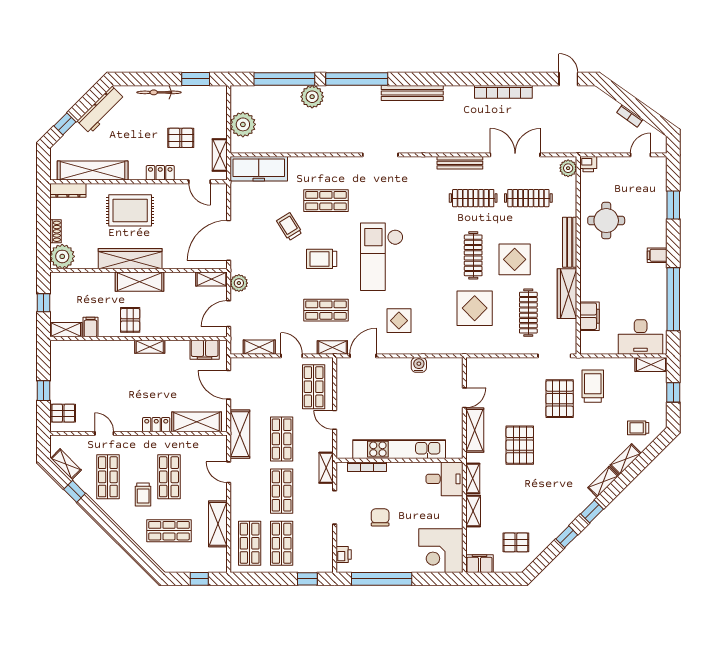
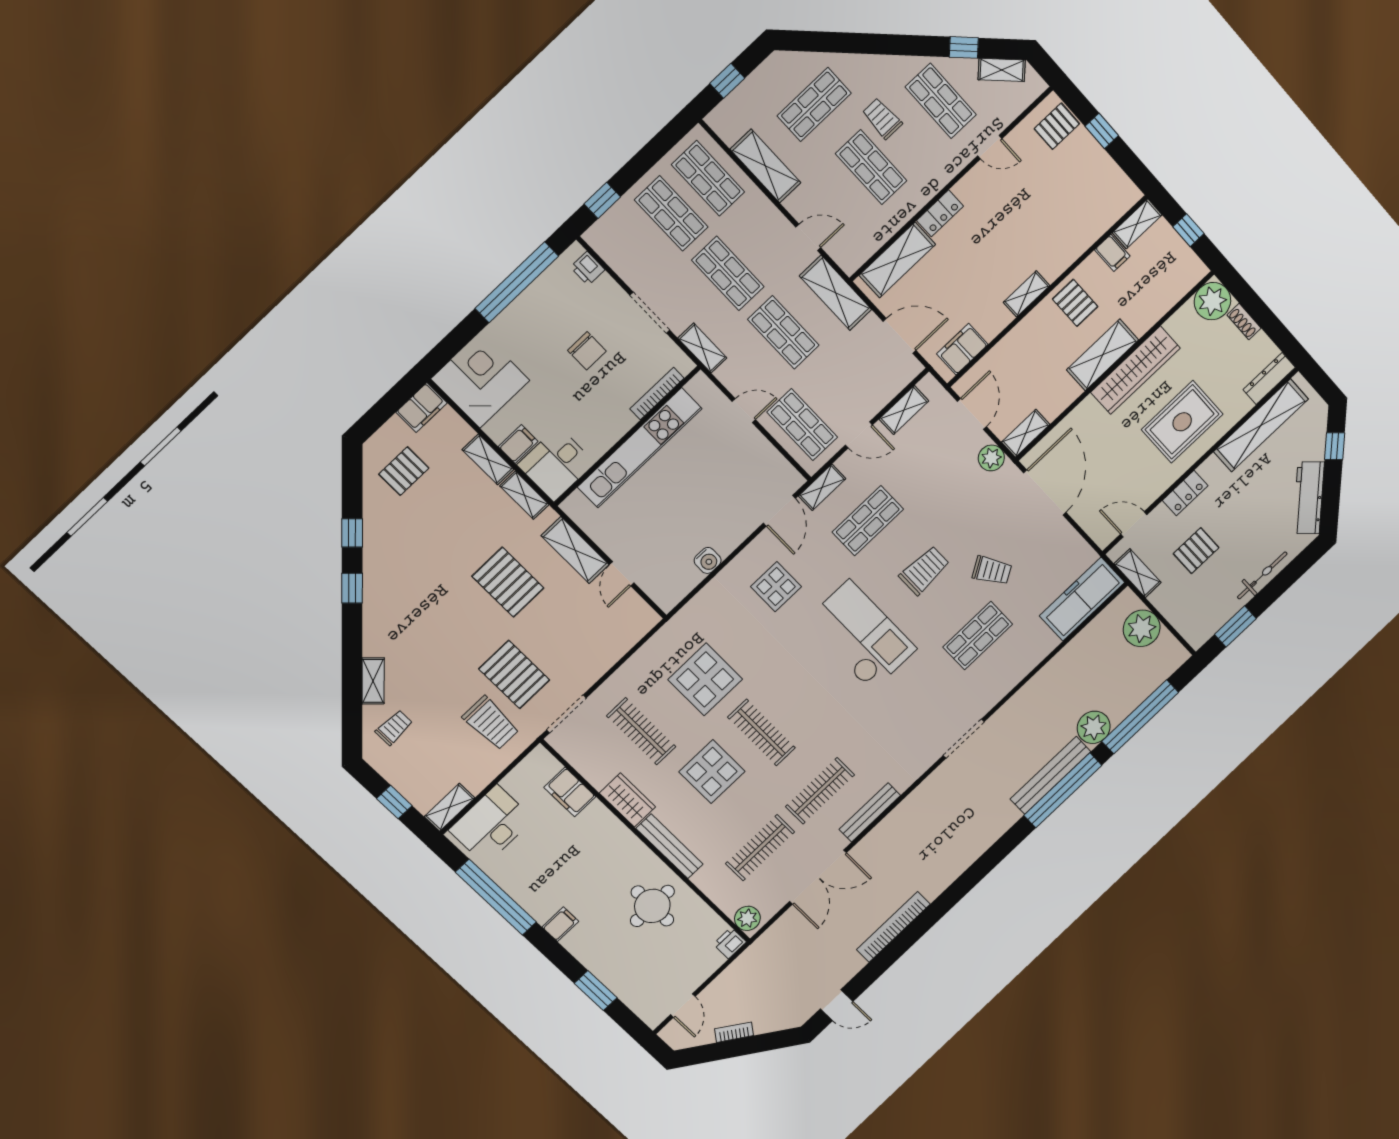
bench: (412, 93) -> (1050, 775), moved
wardrobe: (567, 294) -> (627, 800), width x0.67
shelving: (603, 482) -> (373, 633), removed
filing cabinet: (453, 505) -> (518, 444), added

